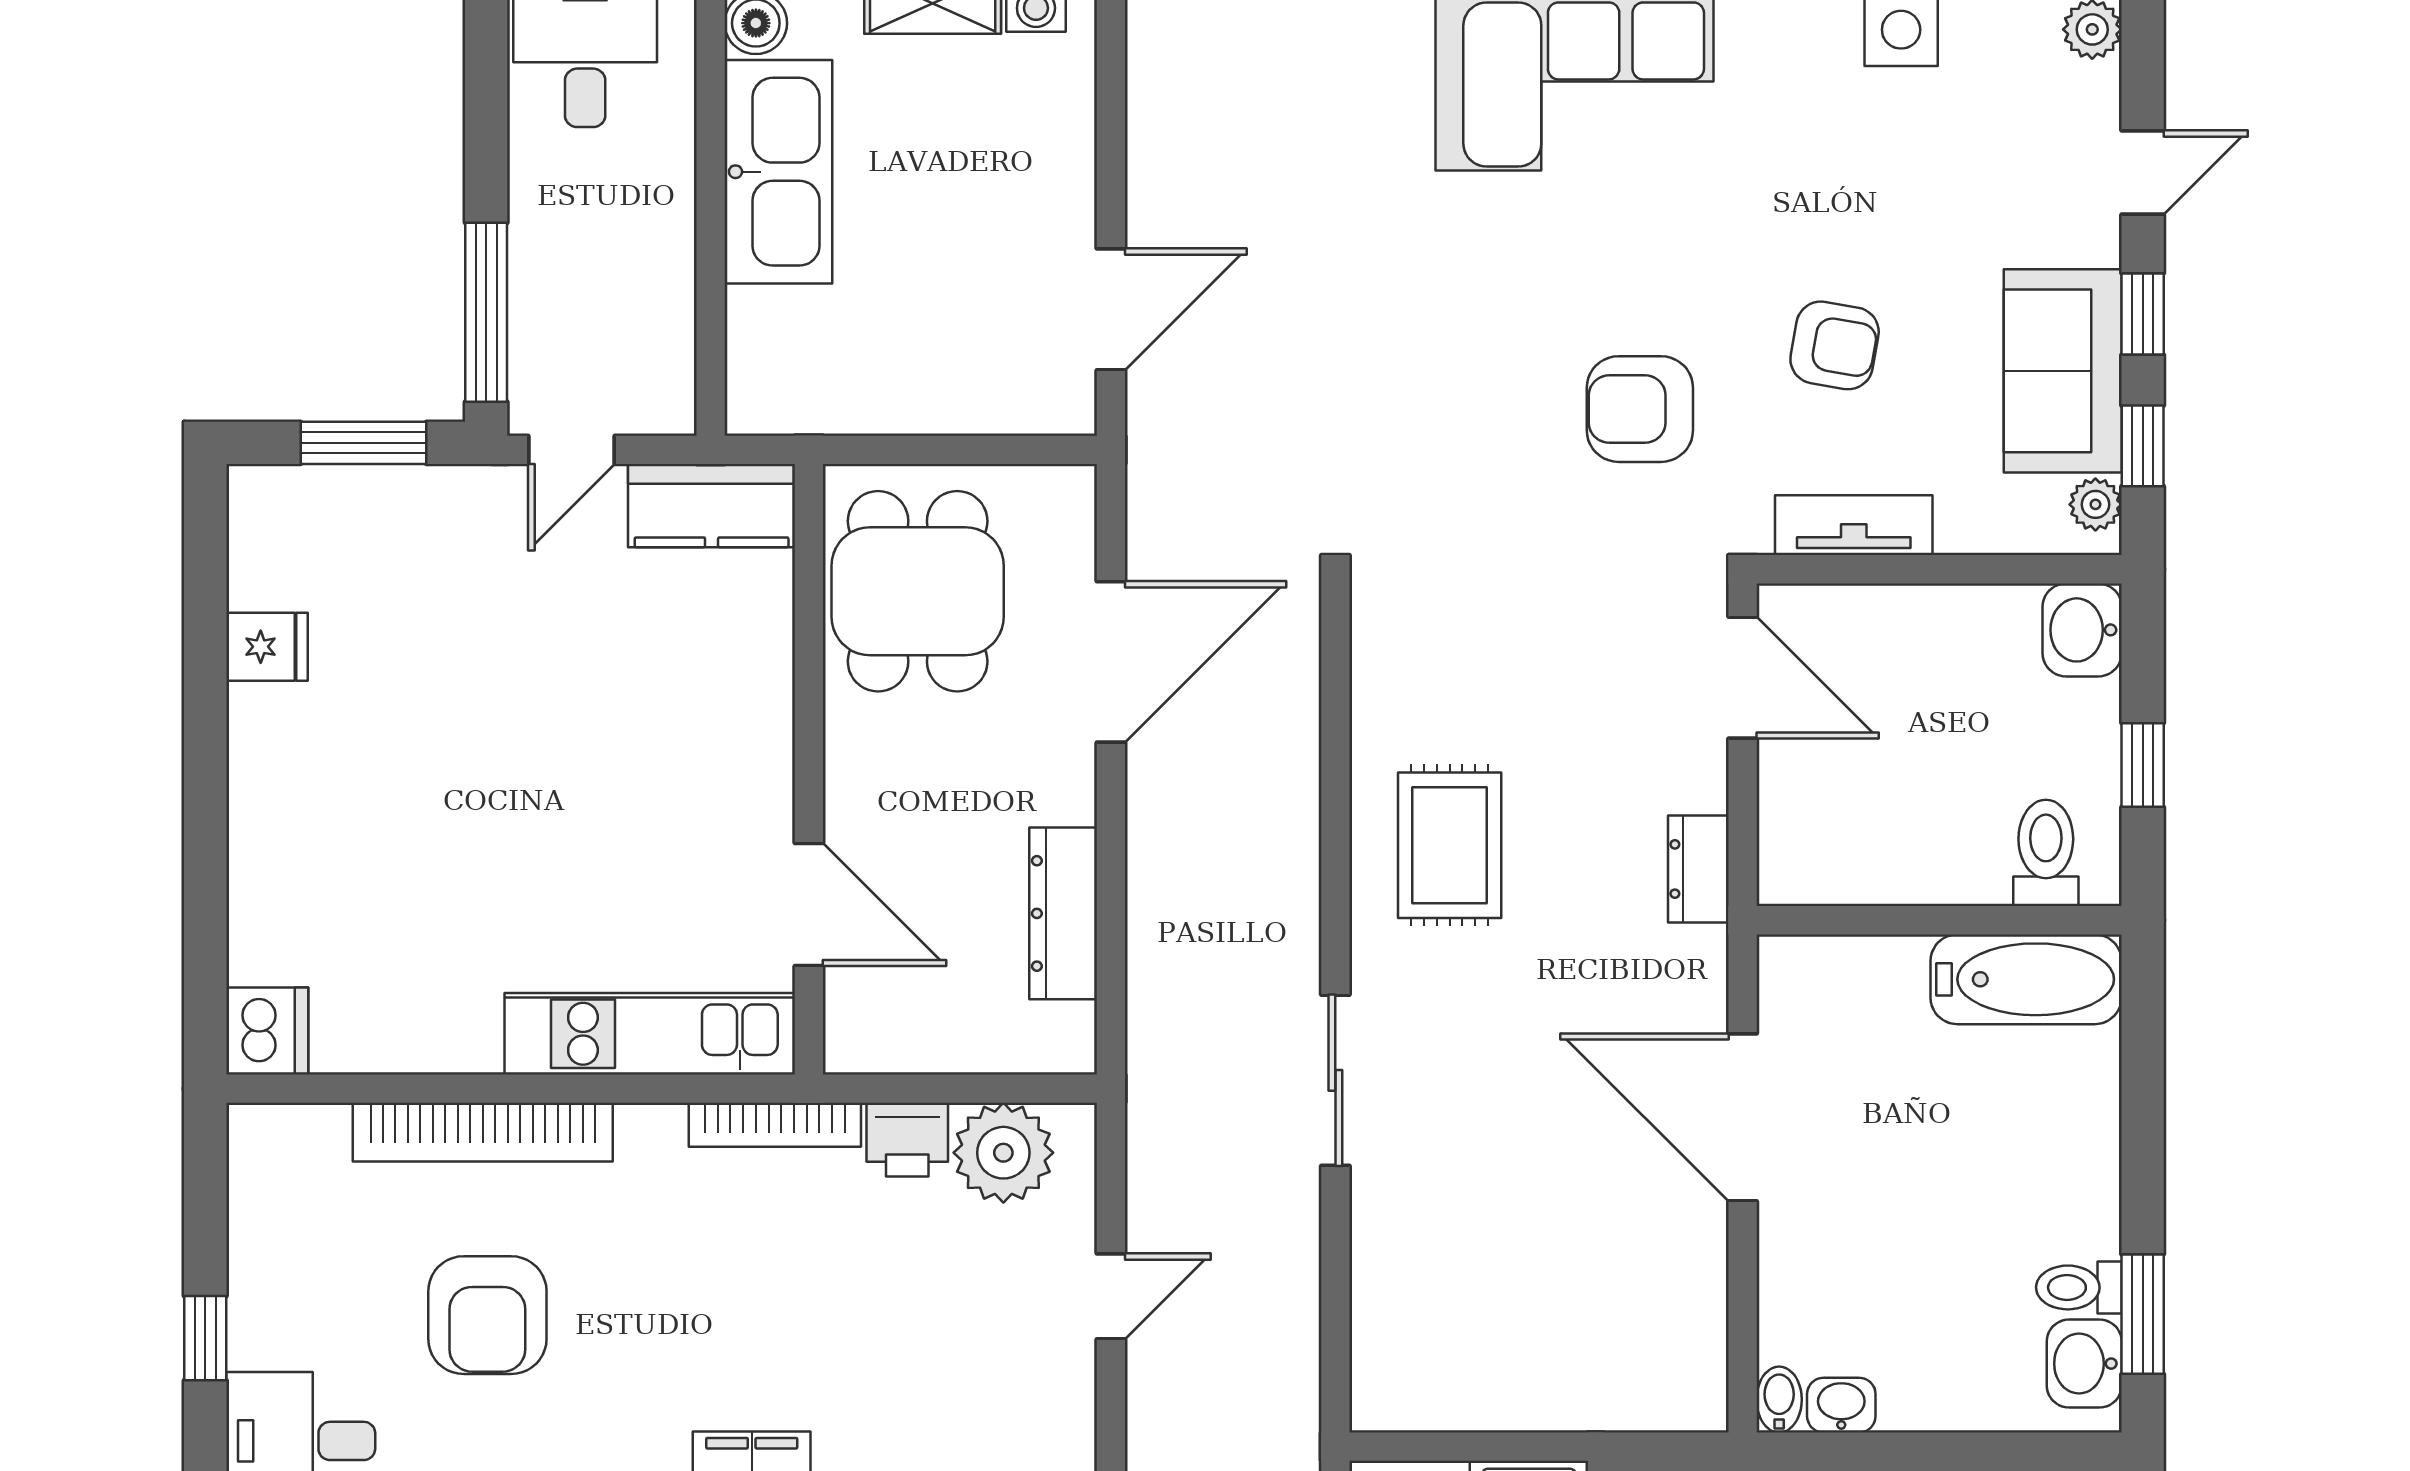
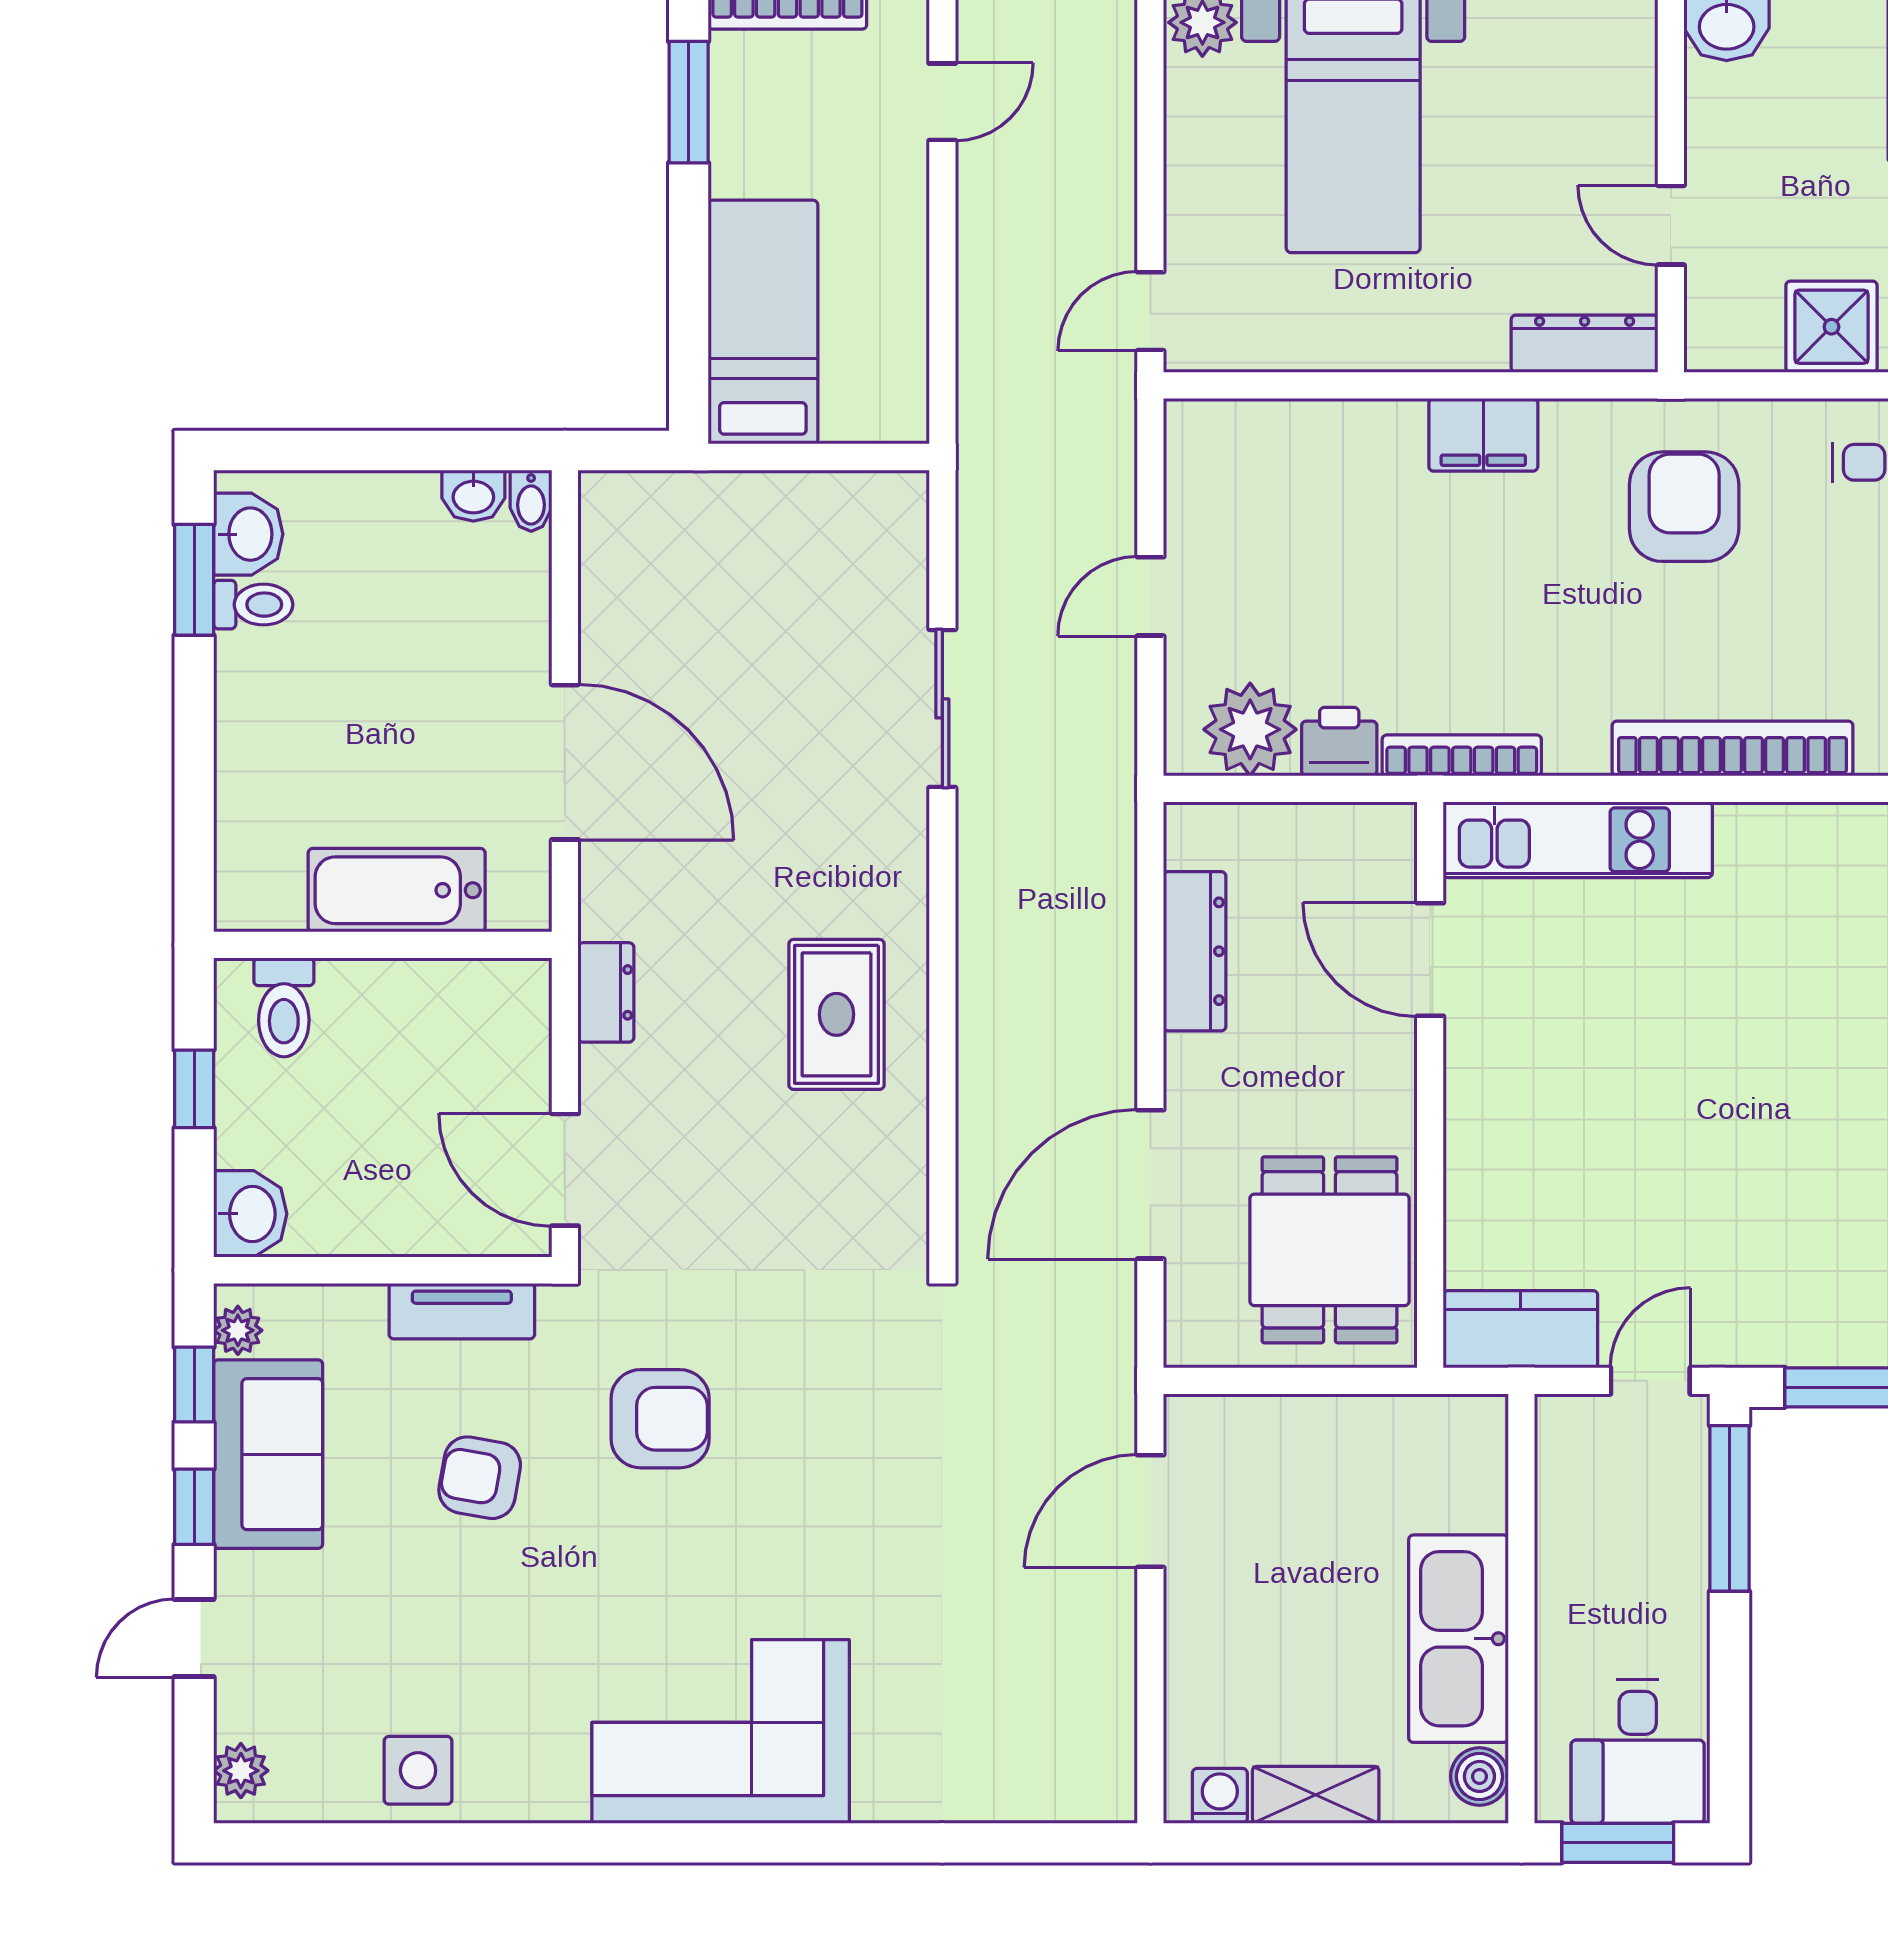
bathtub: (2026, 979) -> (397, 890), moved
sliding door: (1335, 1080) -> (942, 708), moved
armchair: (487, 1315) -> (1684, 507), moved

